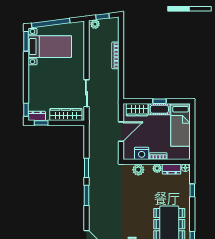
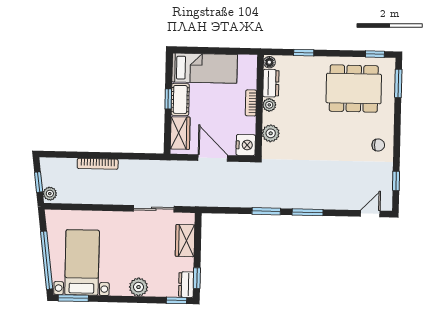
plant: (34, 84) -> (138, 287), added
wardrobe: (66, 115) -> (185, 241), width x0.67
nightstand: (142, 153) -> (246, 145), moved

